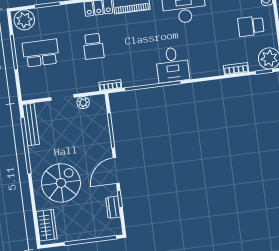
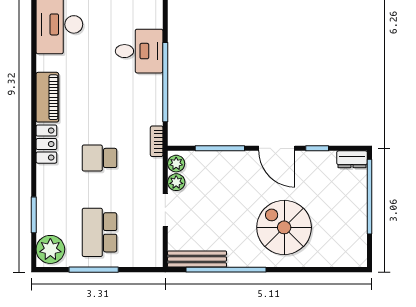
school desk: (93, 46) -> (99, 158), turned 180
plant: (96, 101) -> (176, 164), added
dresser: (113, 207) -> (352, 159), moved
wardrobe: (47, 225) -> (340, 255), removed

